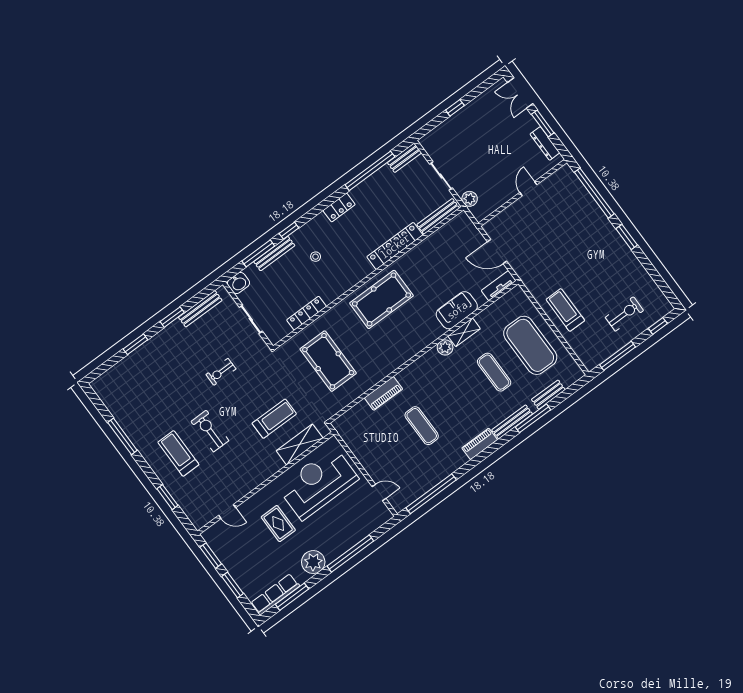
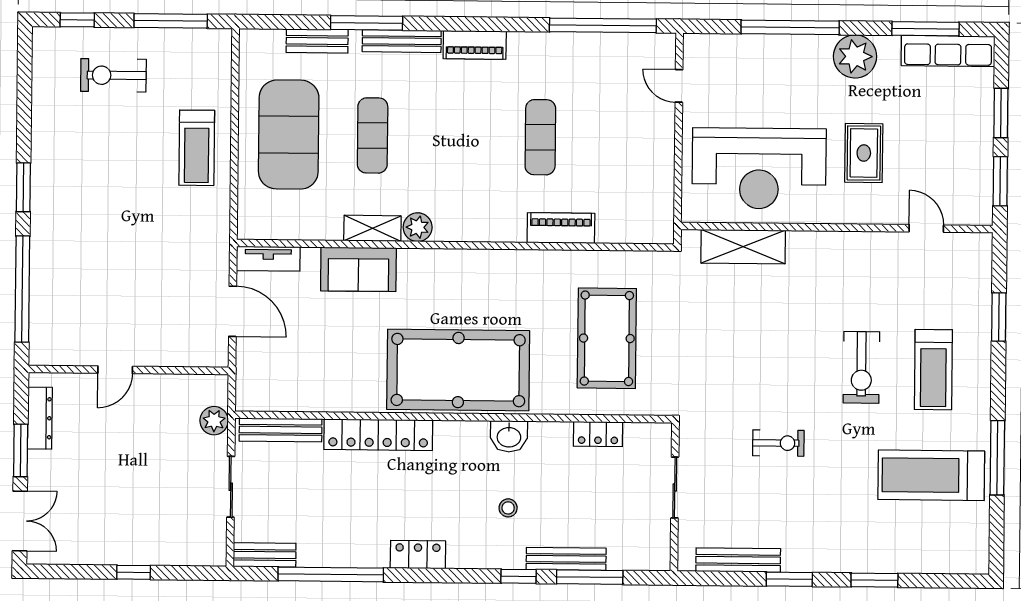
washbasin: (238, 283) -> (509, 436), moved, turned 180
pool table: (381, 299) -> (458, 370), width x1.36, depth x1.32
locker: (307, 313) -> (598, 434), width x0.66
treadmill: (274, 419) -> (931, 475), moved, width x1.37, depth x1.38

